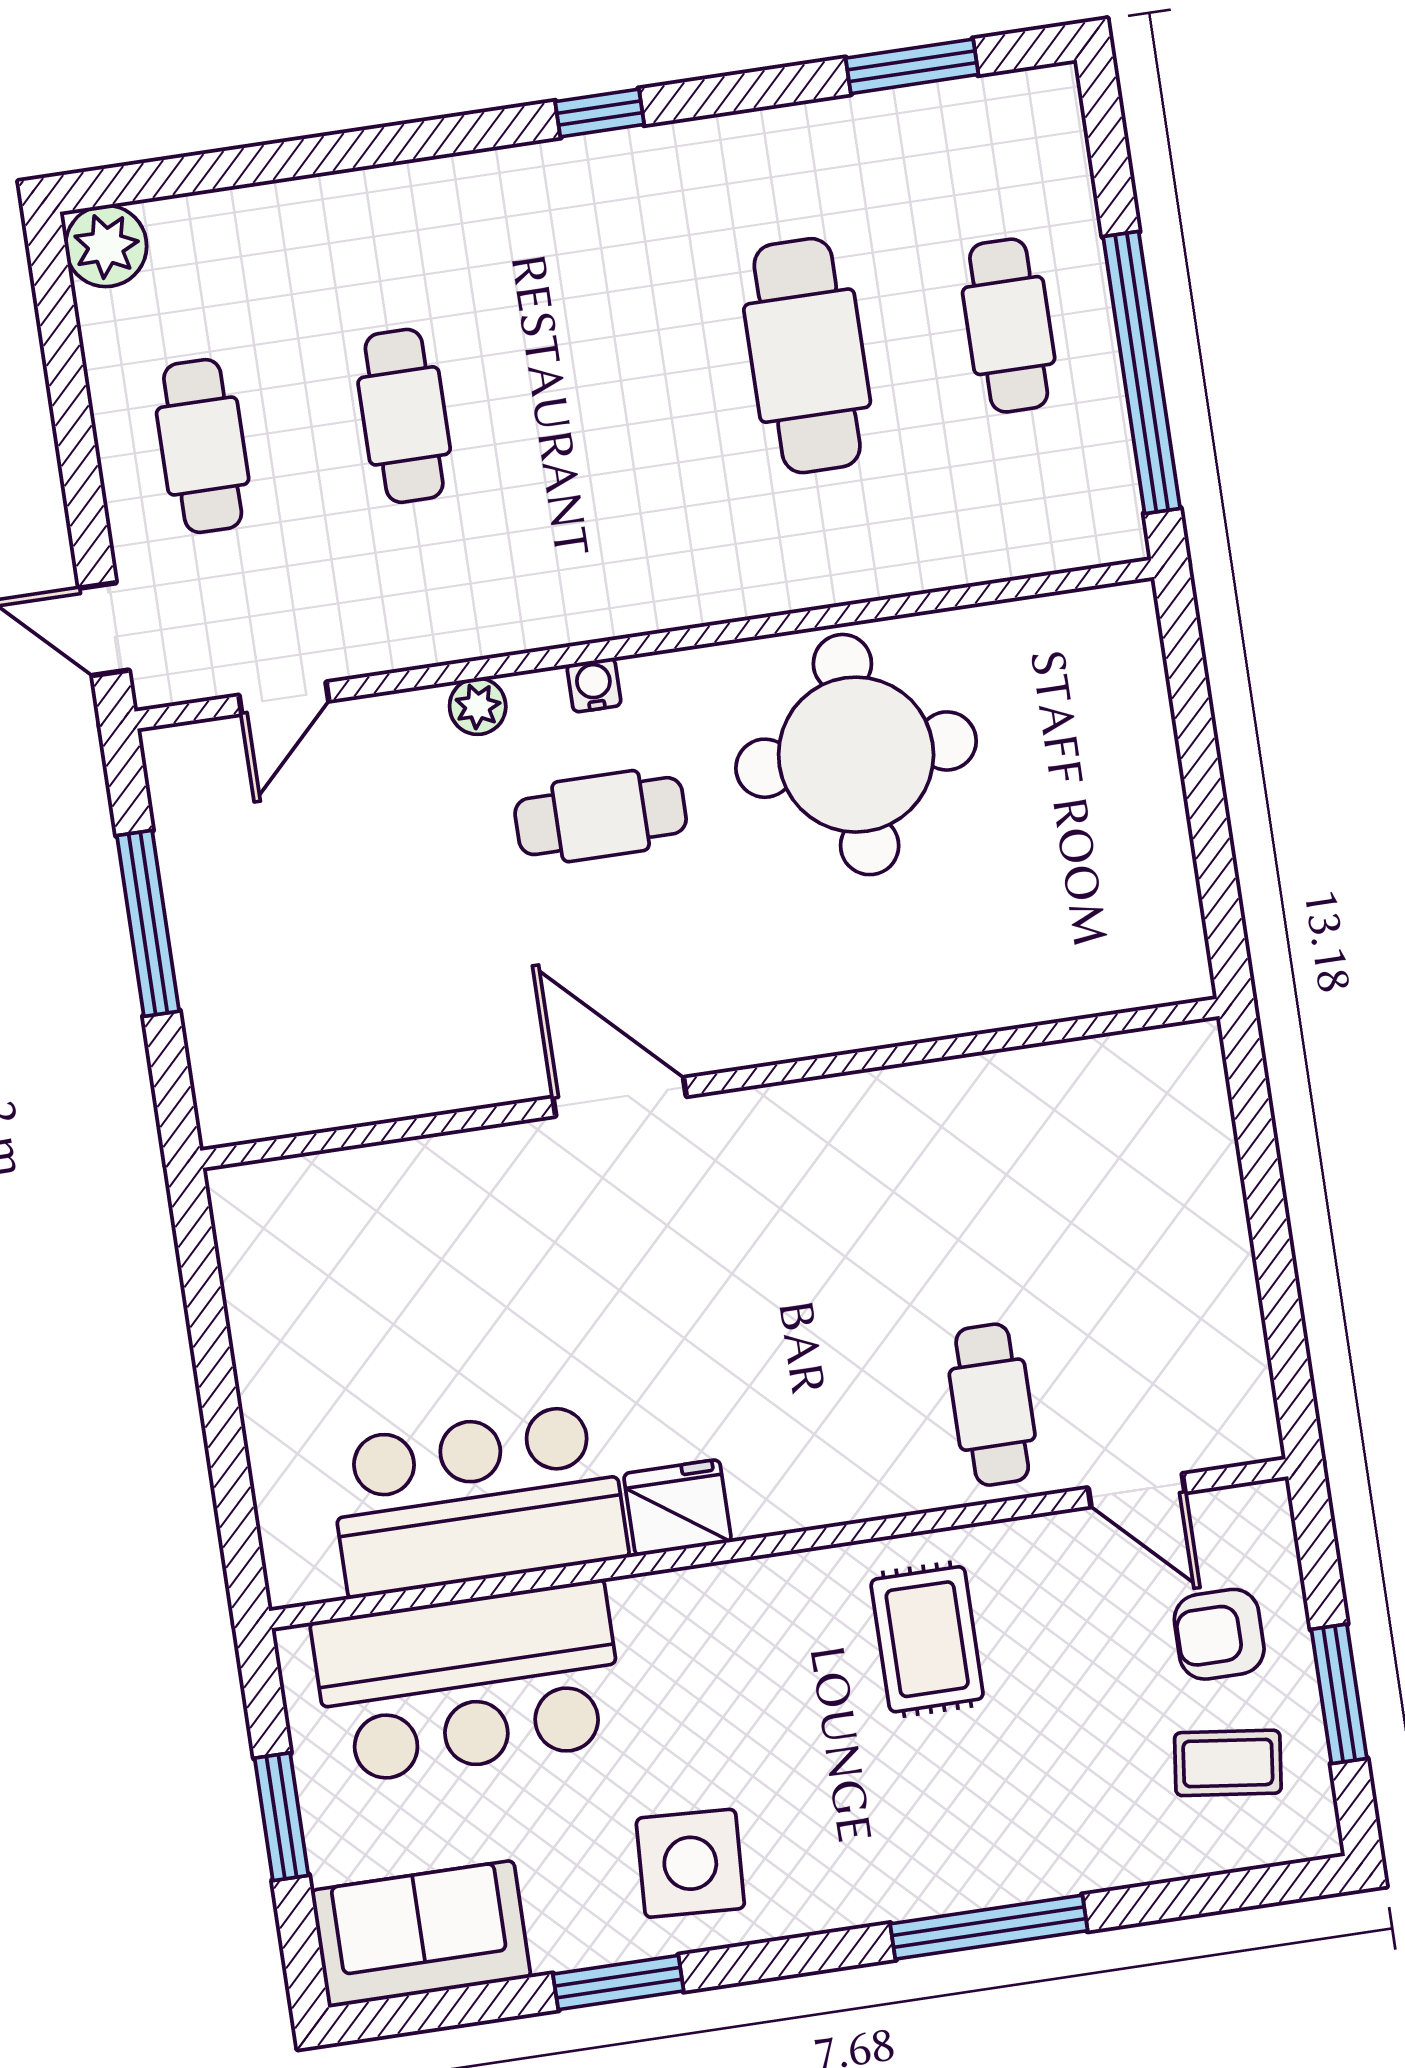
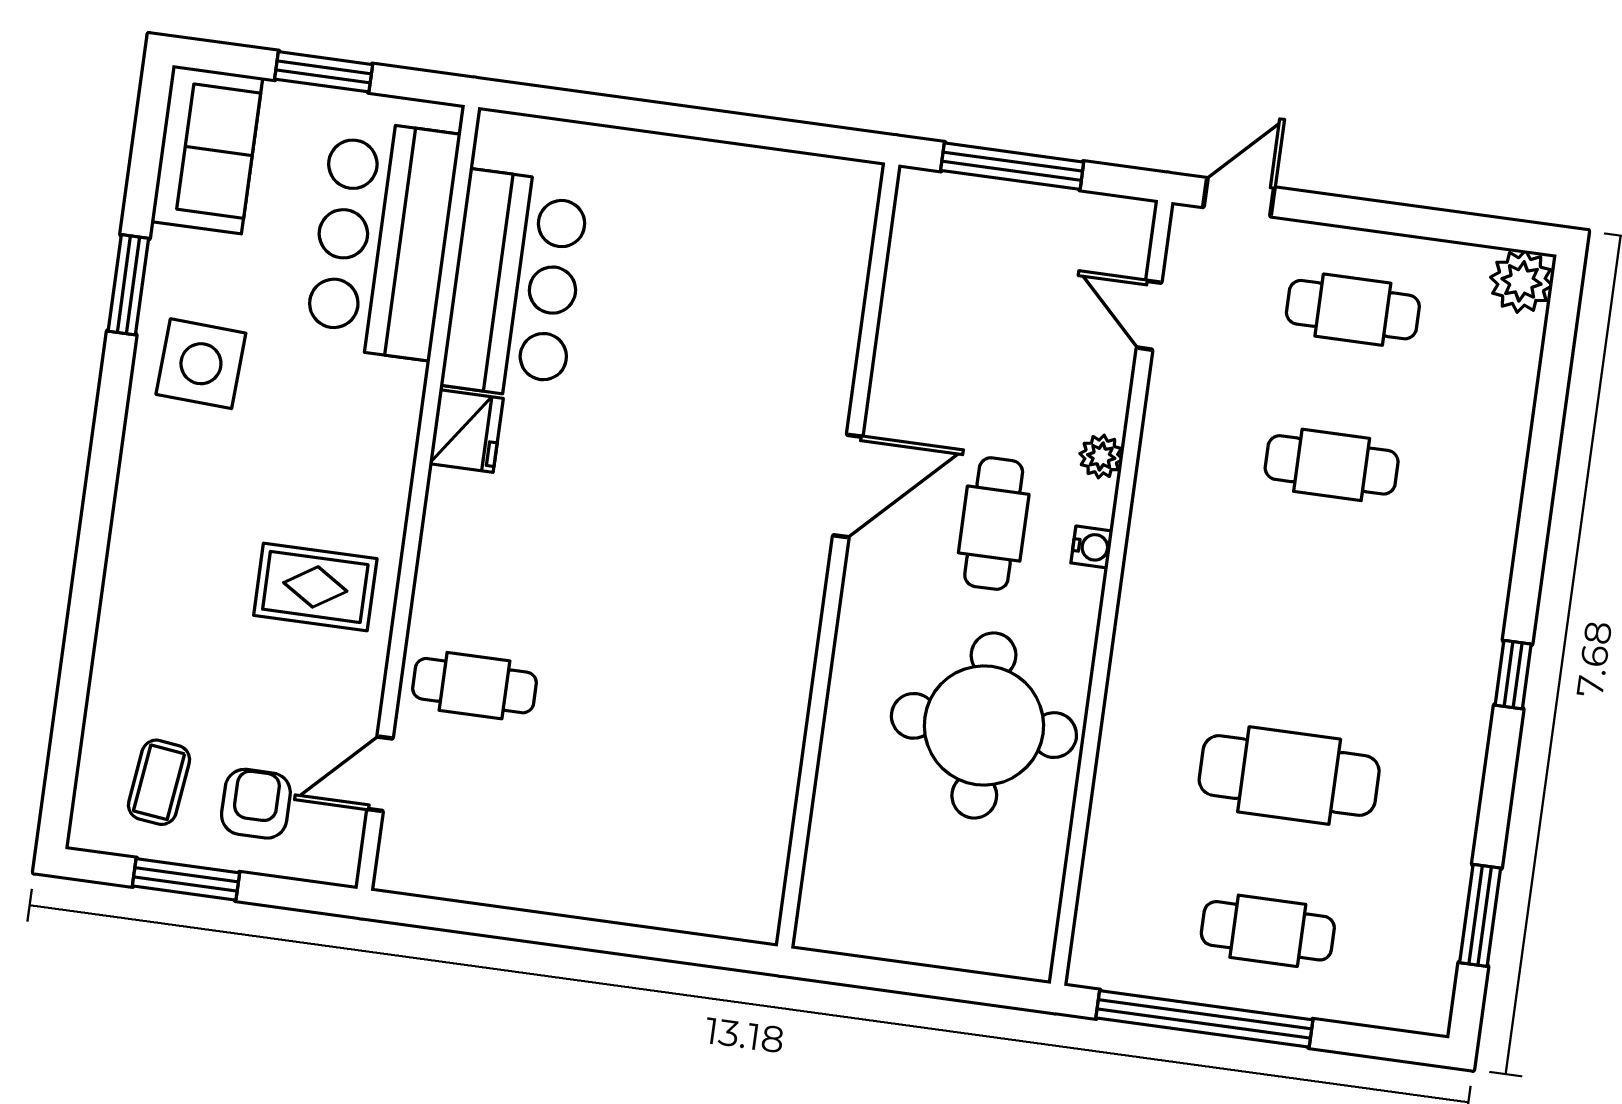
wall: (710, 1083) -> (838, 556), moved
door: (620, 1097) -> (848, 486), moved
window: (989, 1927) -> (89, 570), removed

